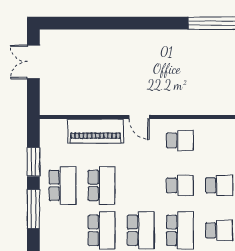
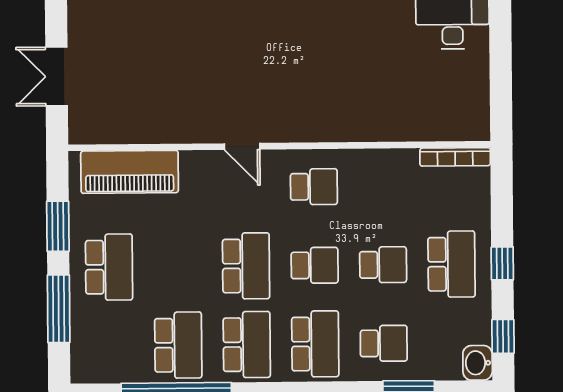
double door: (33, 62) -> (57, 76), moved
piano: (96, 131) -> (130, 172), moved
school desk: (102, 185) -> (246, 266), moved

